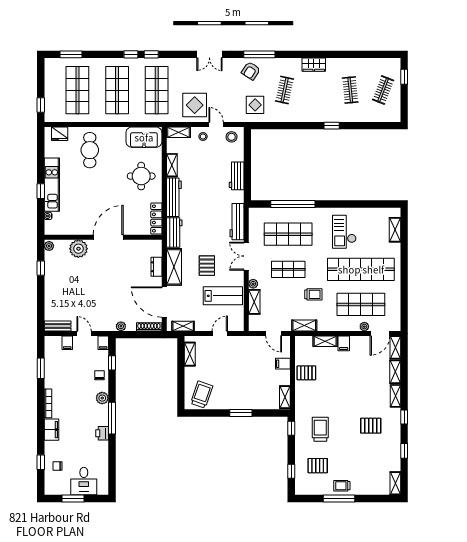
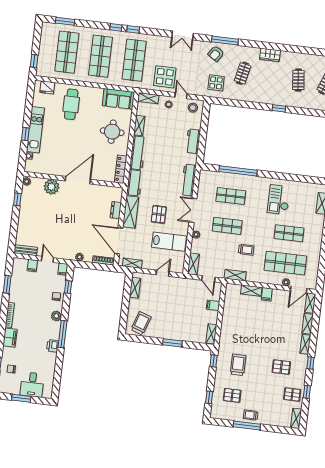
shop shelf: (288, 234) -> (231, 196), width x0.70, depth x0.74
shop shelf: (361, 269) -> (289, 233), width x0.50, depth x0.74
shelving: (254, 302) -> (193, 264), moved
pallet: (306, 373) -> (292, 394), moved

